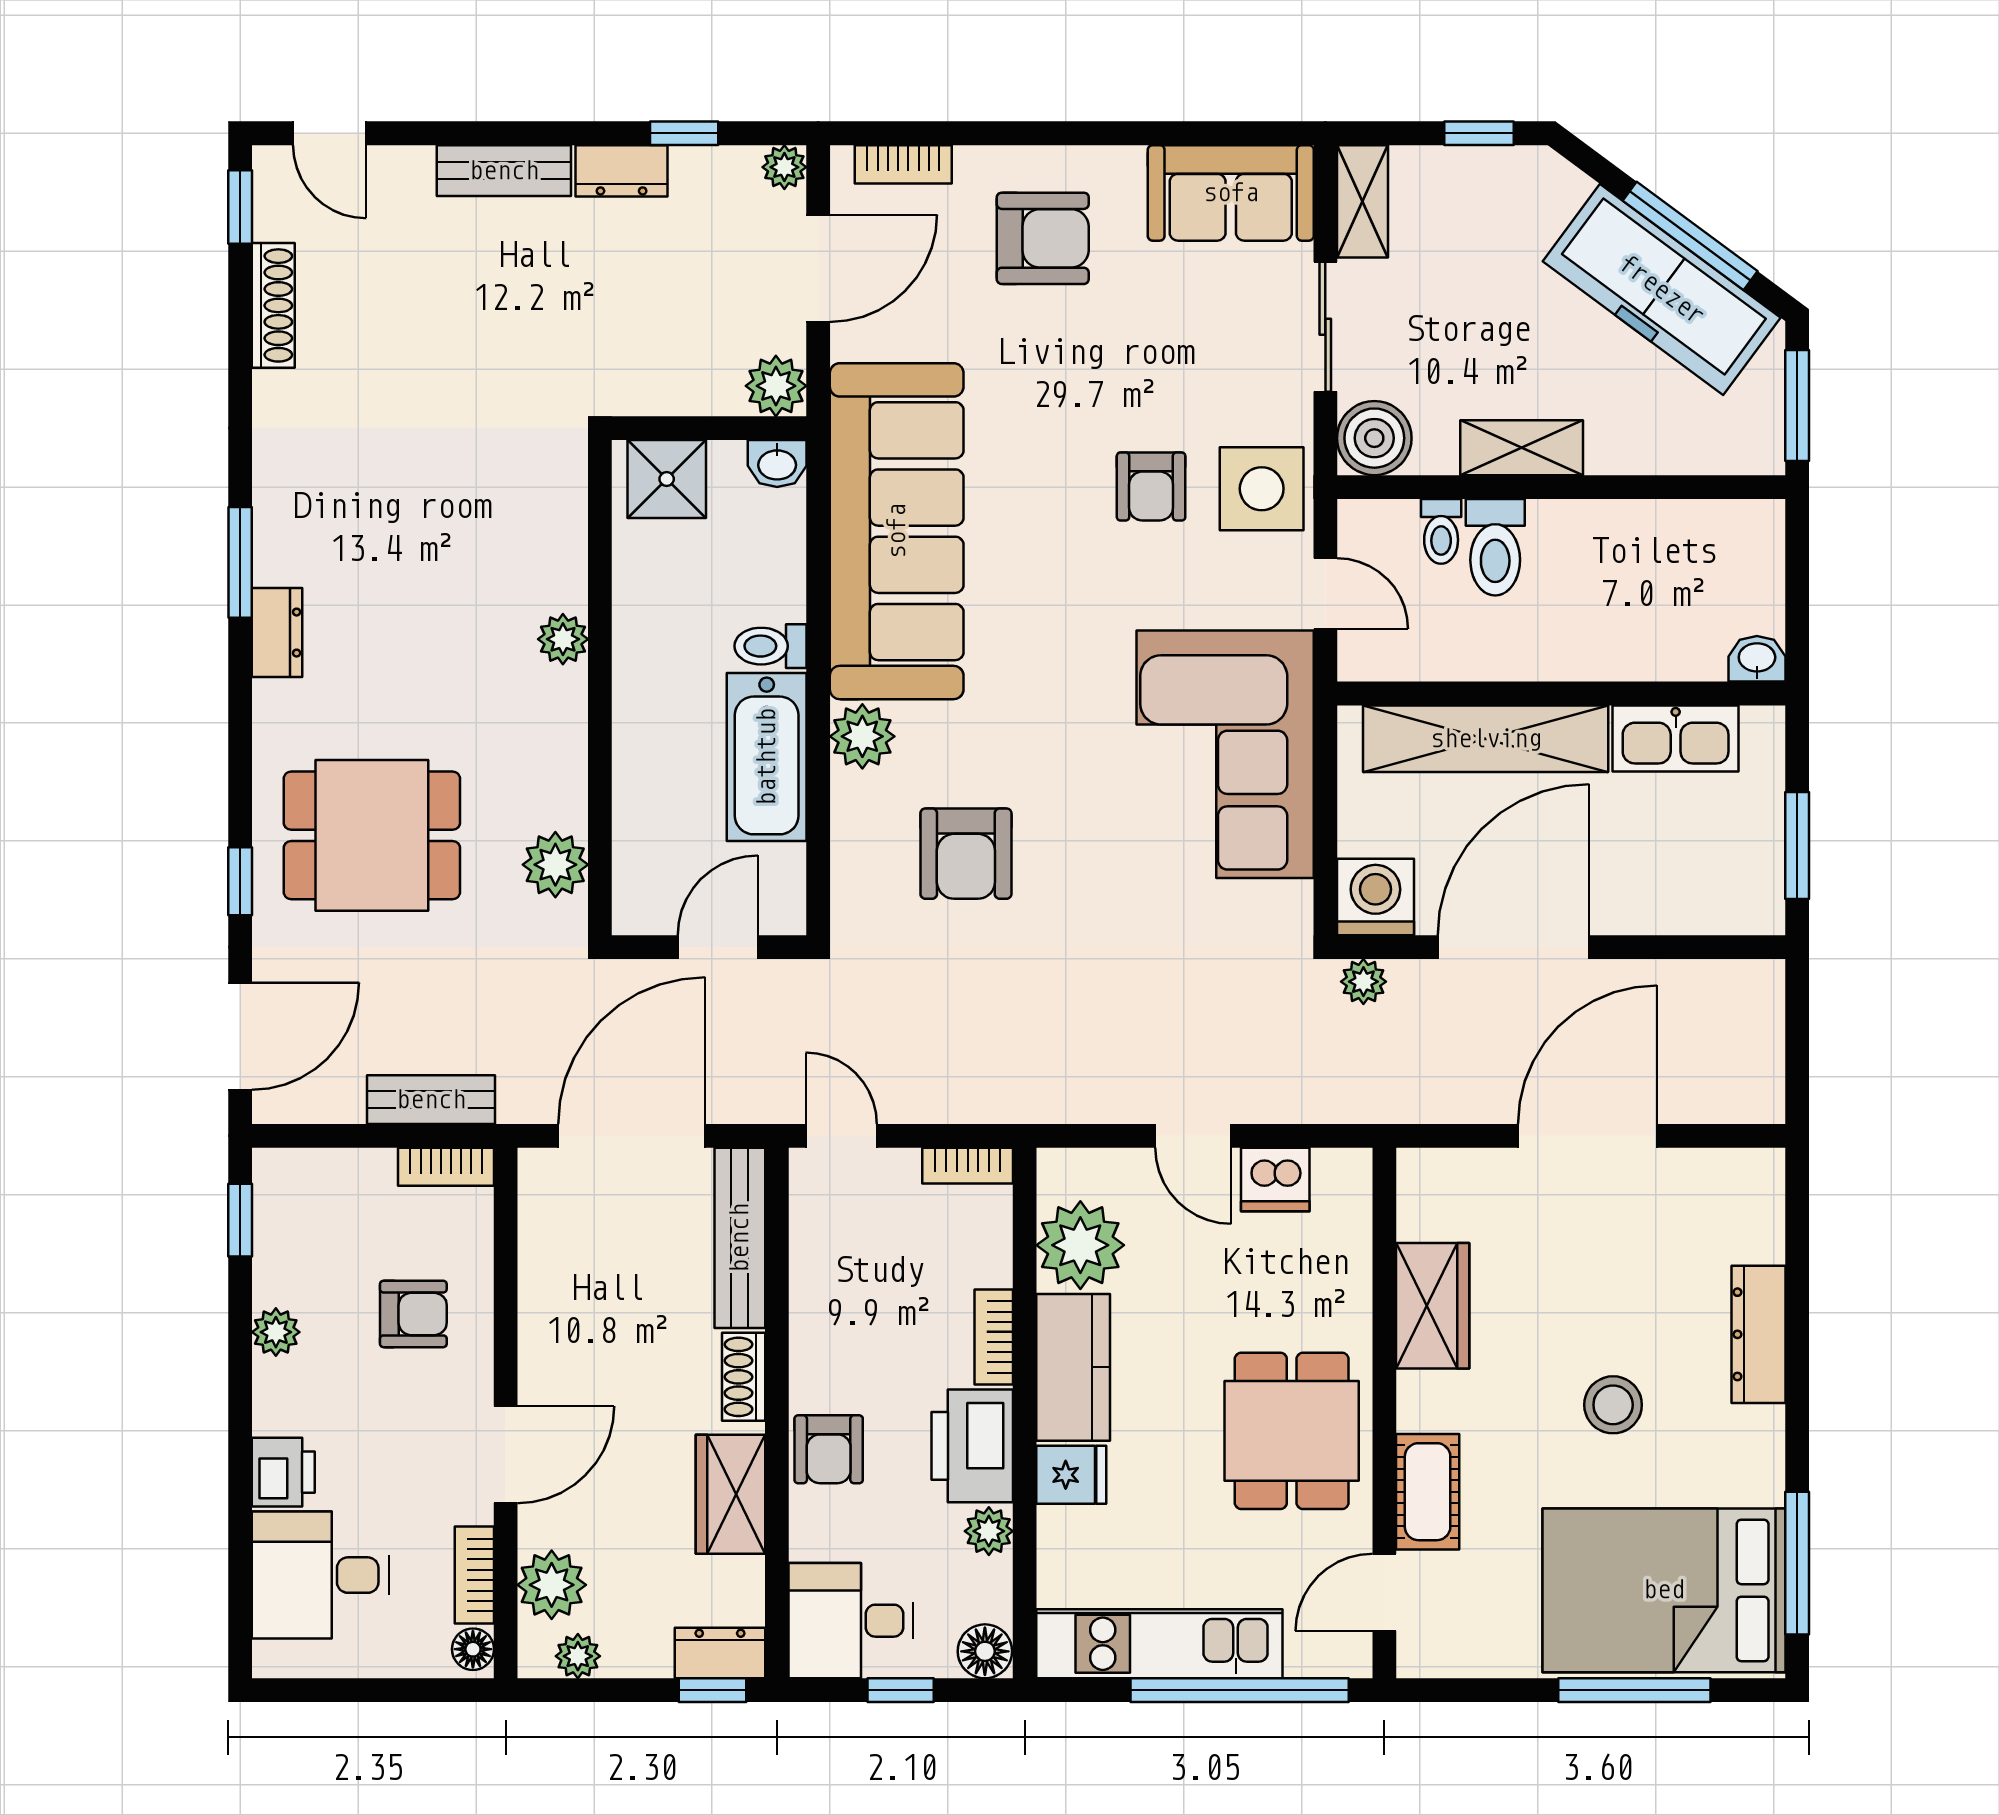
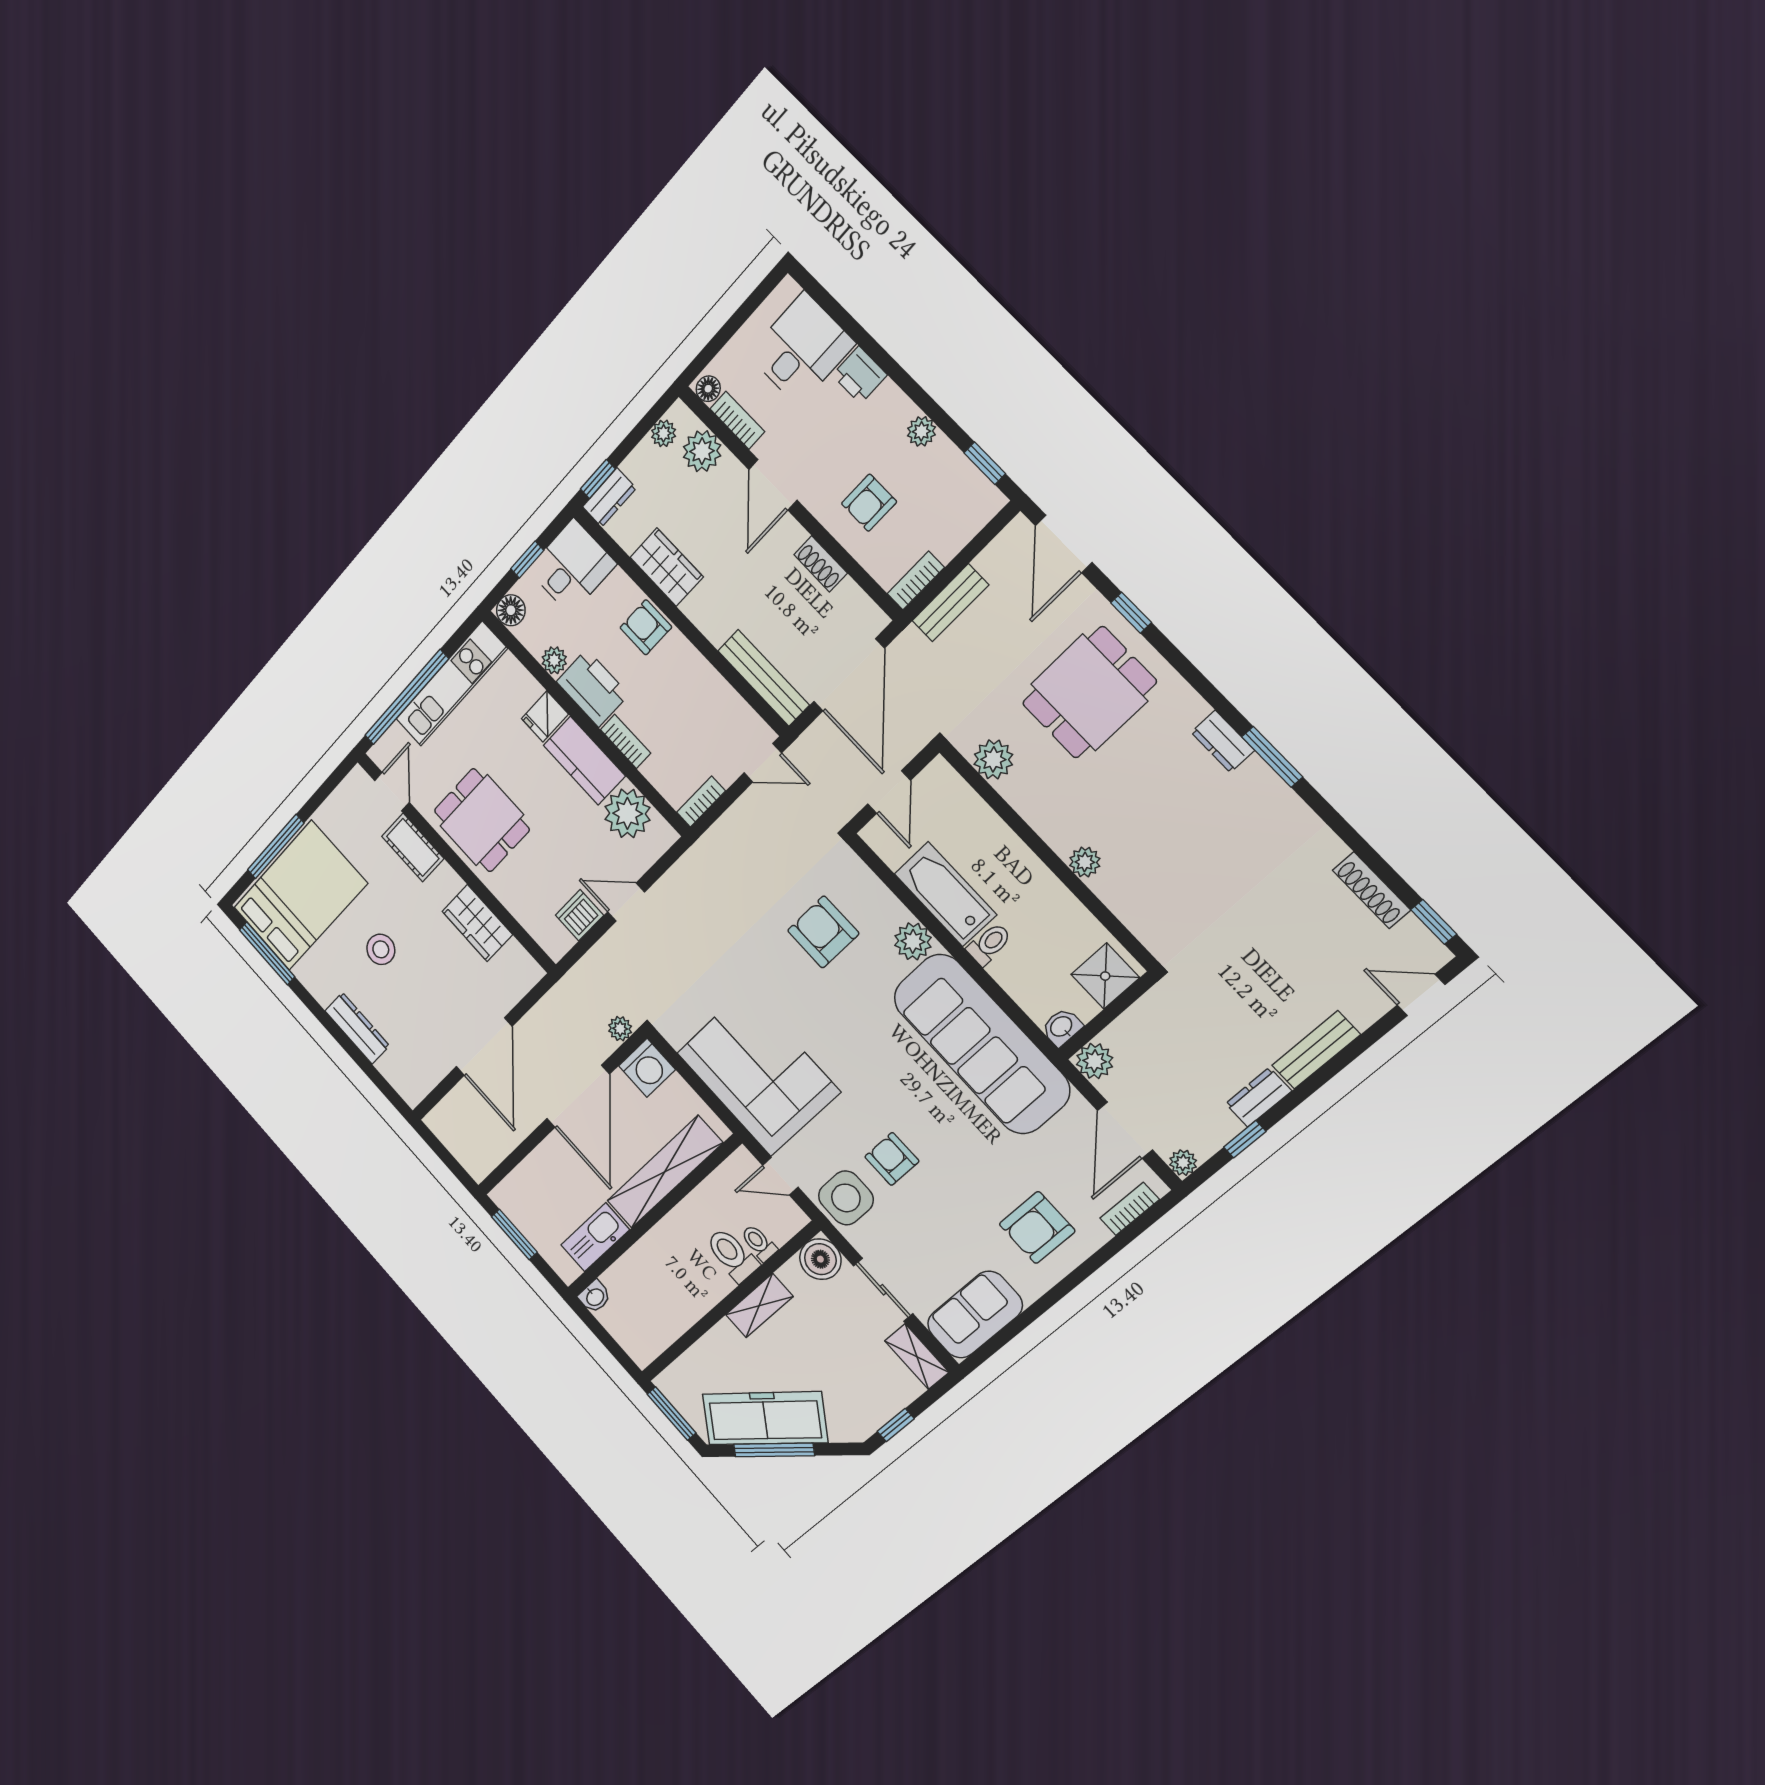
shoe rack: (744, 1377) -> (821, 564), moved, turned 180

